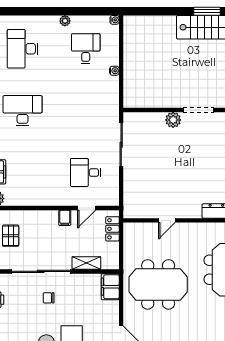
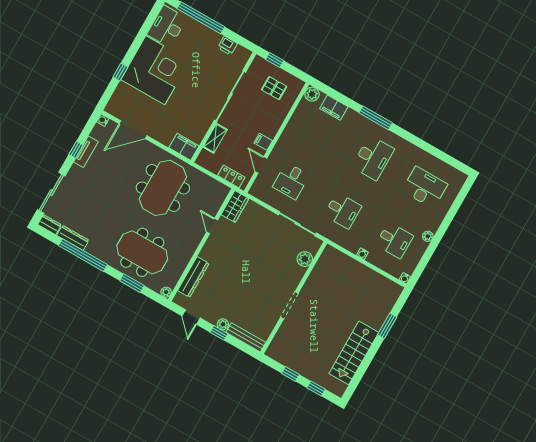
window: (207, 11) -> (387, 326), moved
desk: (86, 111) -> (343, 211), added
plant: (173, 120) -> (305, 259), moved
desk: (86, 173) -> (291, 181), turned 180
wardrobe: (138, 210) -> (235, 207), added
chair: (49, 298) -> (204, 90), removed

